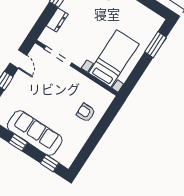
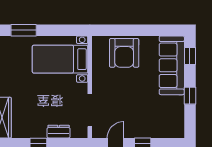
armchair: (86, 113) -> (124, 53), width x1.88, depth x1.88
sofa: (35, 133) -> (172, 65), moved

